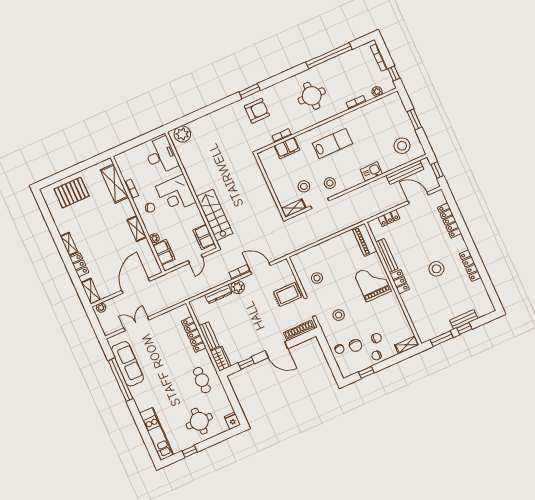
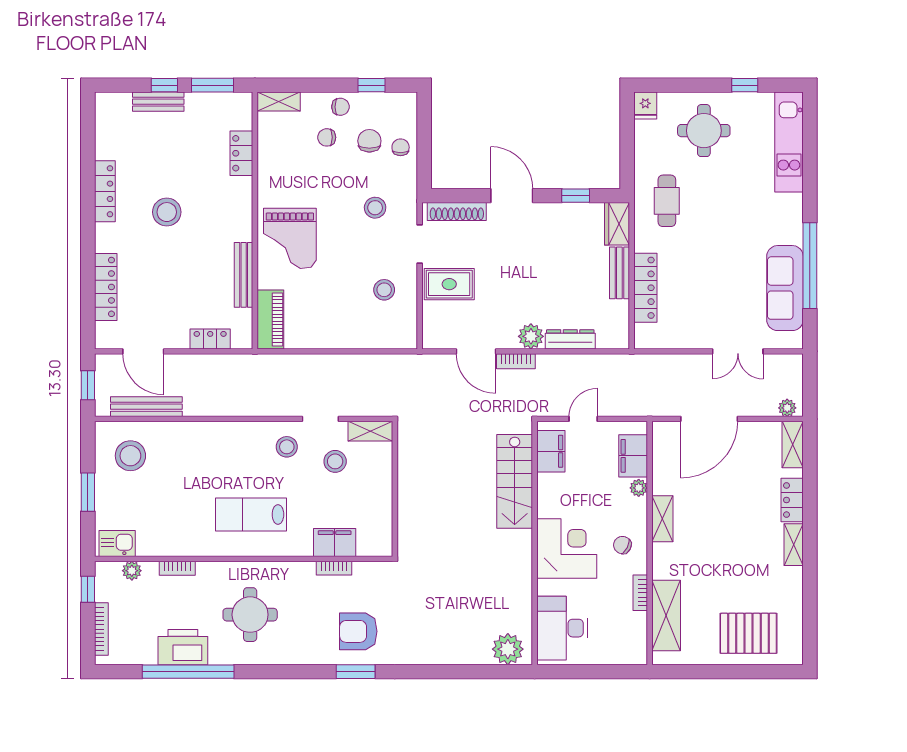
printer: (337, 66) -> (183, 647), added
kitchen sink: (371, 172) -> (117, 544), moved, turned 180
locker: (400, 282) -> (241, 153), moved

